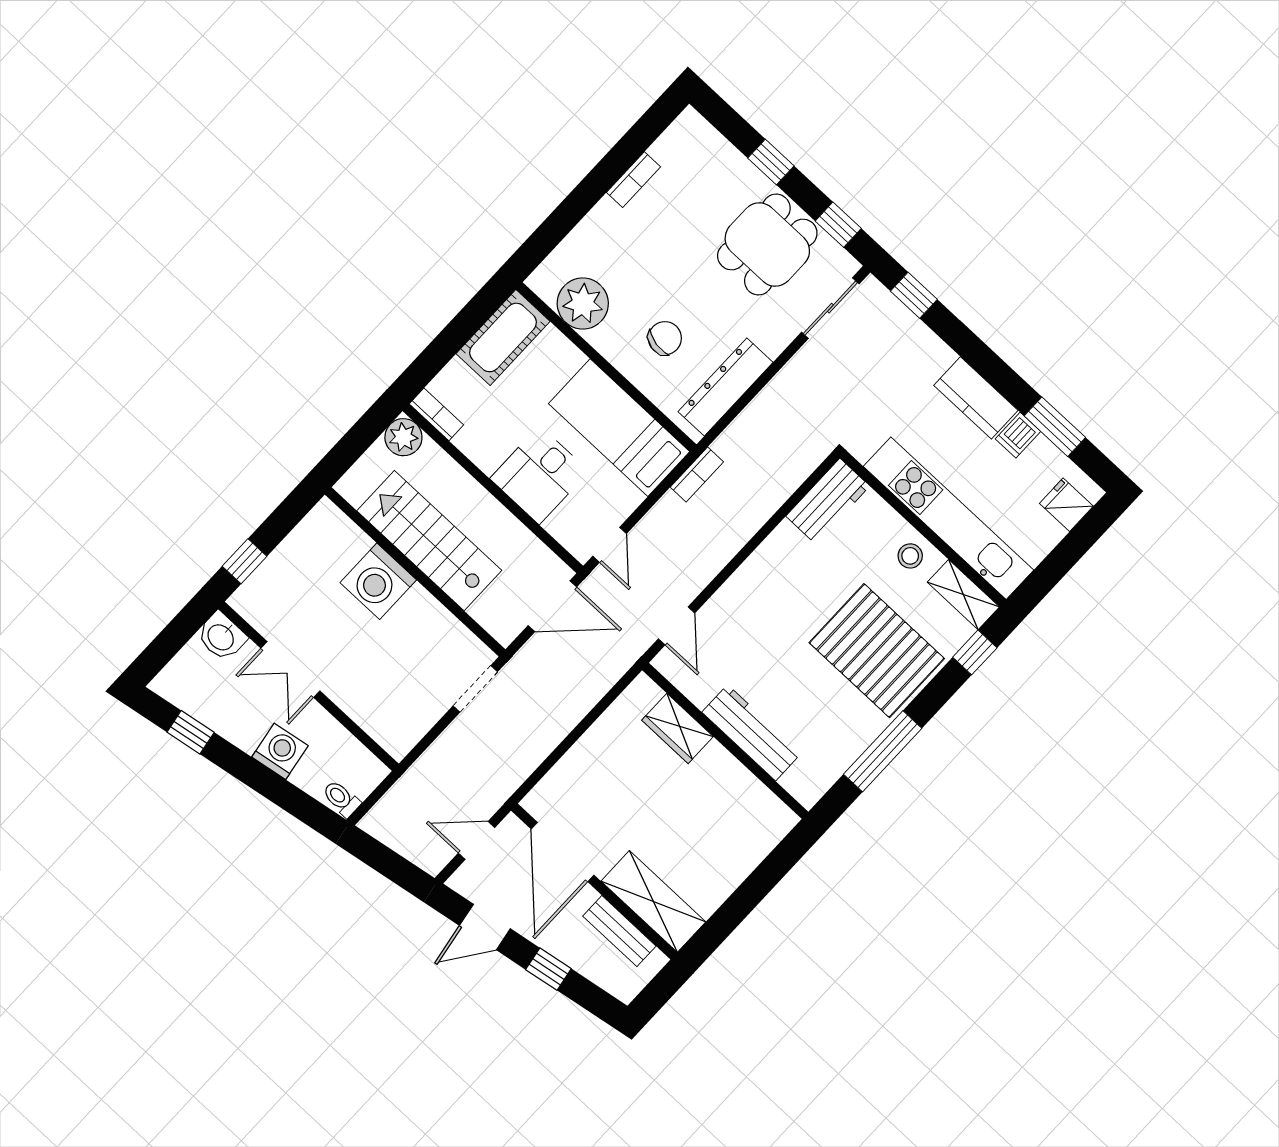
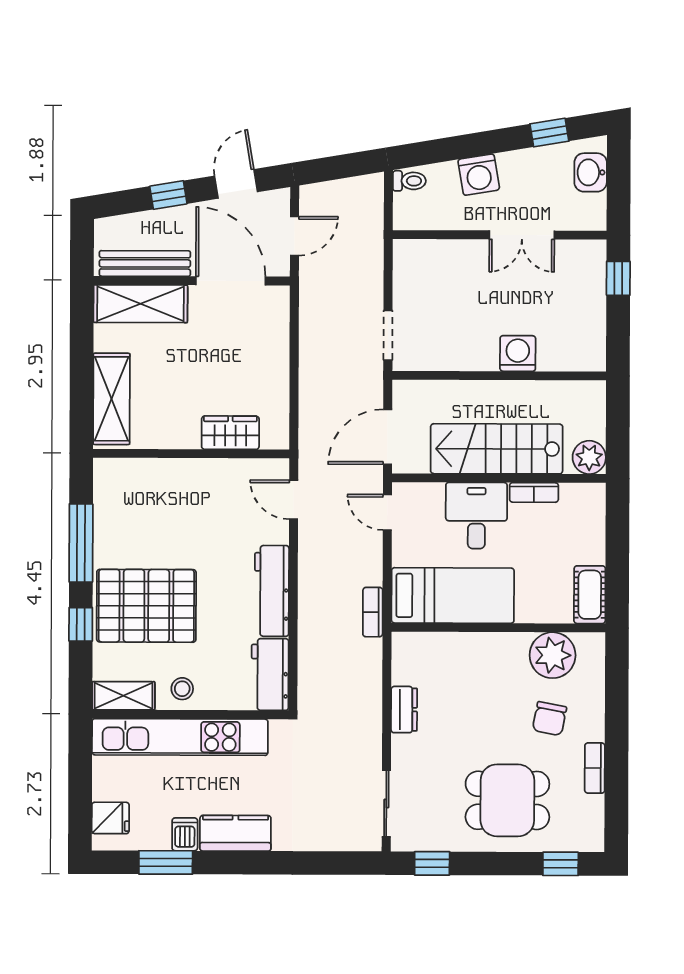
window: (771, 162) -> (561, 864), moved
dining table: (767, 245) -> (507, 800), moved, turned 90
window: (914, 295) -> (339, 863), removed
cot: (503, 337) -> (590, 595), width x0.73, depth x0.75
chair: (665, 338) -> (550, 719), moved
dresser: (726, 387) -> (404, 710), width x0.51, depth x0.80
bookcase: (436, 414) -> (534, 492), moved
stairs: (429, 541) -> (497, 449), moved, turned 180
washing machine: (378, 581) -> (518, 353), width x0.73, depth x0.73
washbasin: (221, 637) -> (591, 172), moved, turned -90
window: (975, 652) -> (81, 624), moved
double door: (290, 669) -> (522, 235), swing flipped
workbench: (752, 733) -> (272, 591), moved, turned 90
shelving: (749, 846) -> (111, 399), added
bench: (619, 931) -> (145, 263), width x1.36

